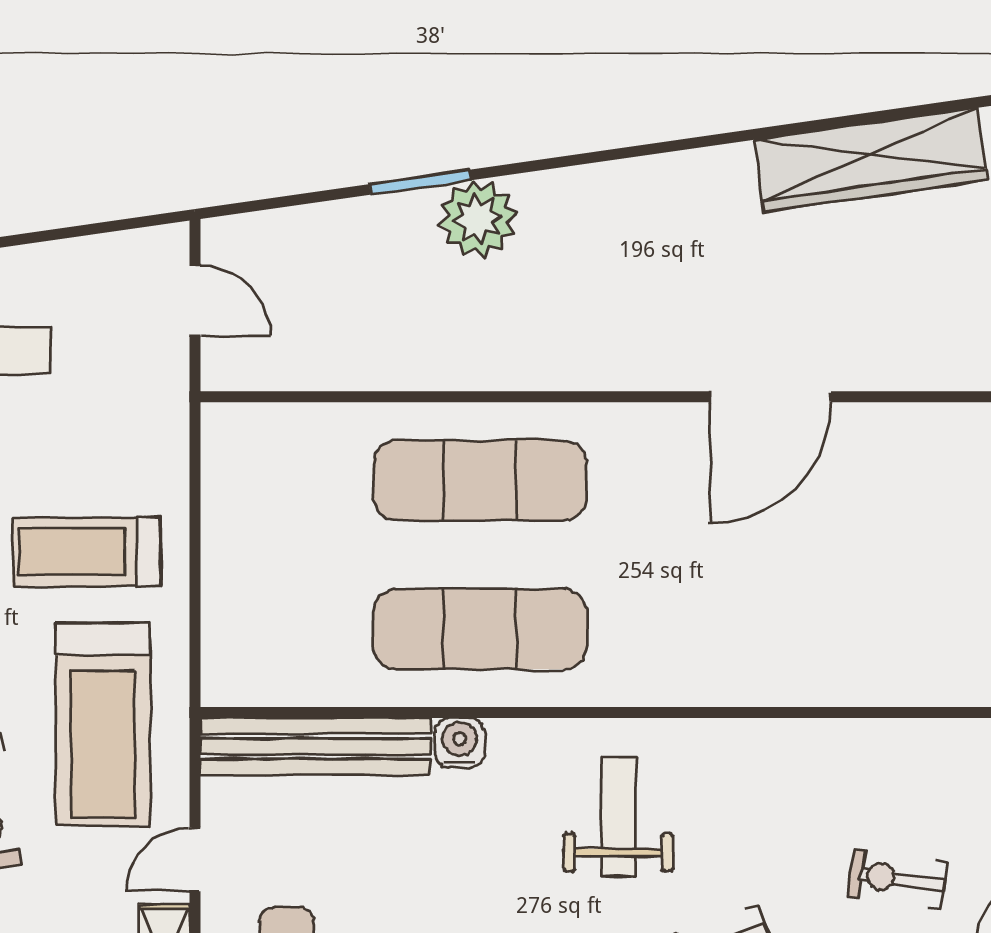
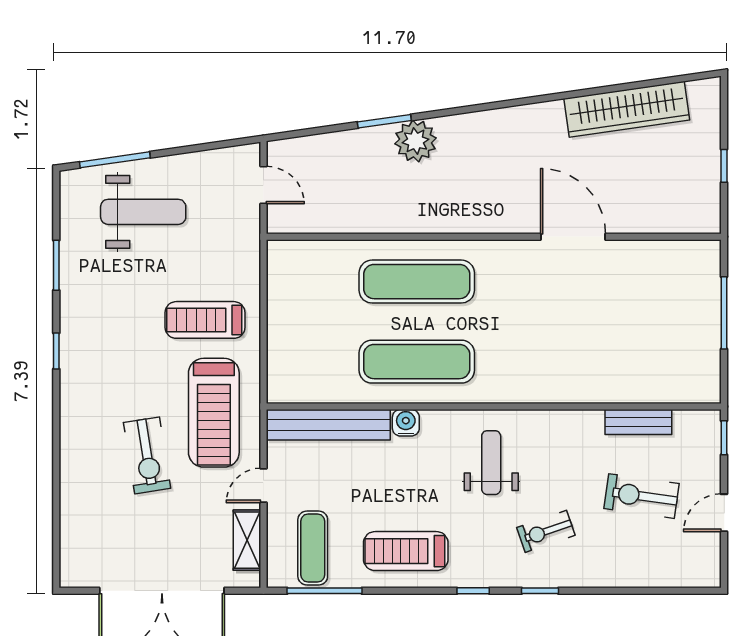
door: (770, 397) -> (573, 237), swing flipped
bench: (892, 741) -> (638, 422), added
exercise bike: (898, 879) -> (641, 496), width x1.38, depth x1.39

